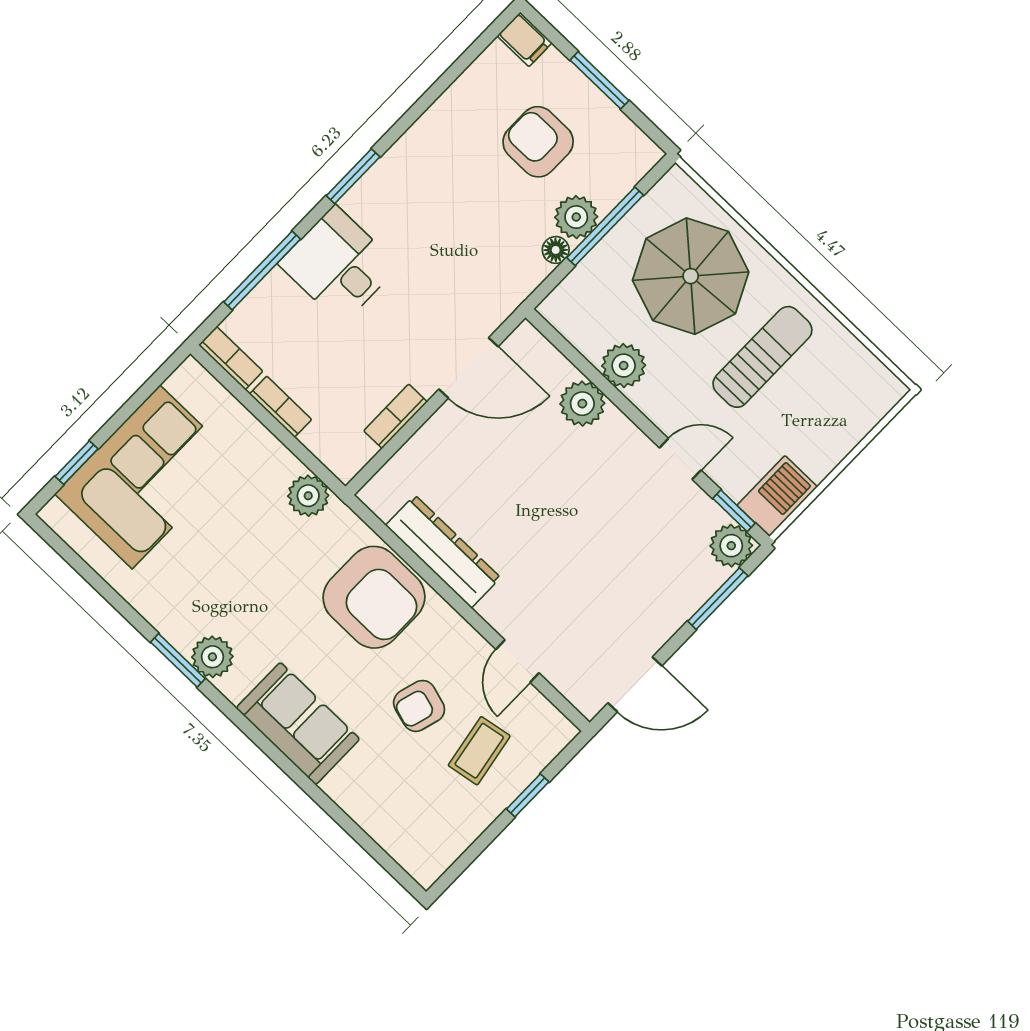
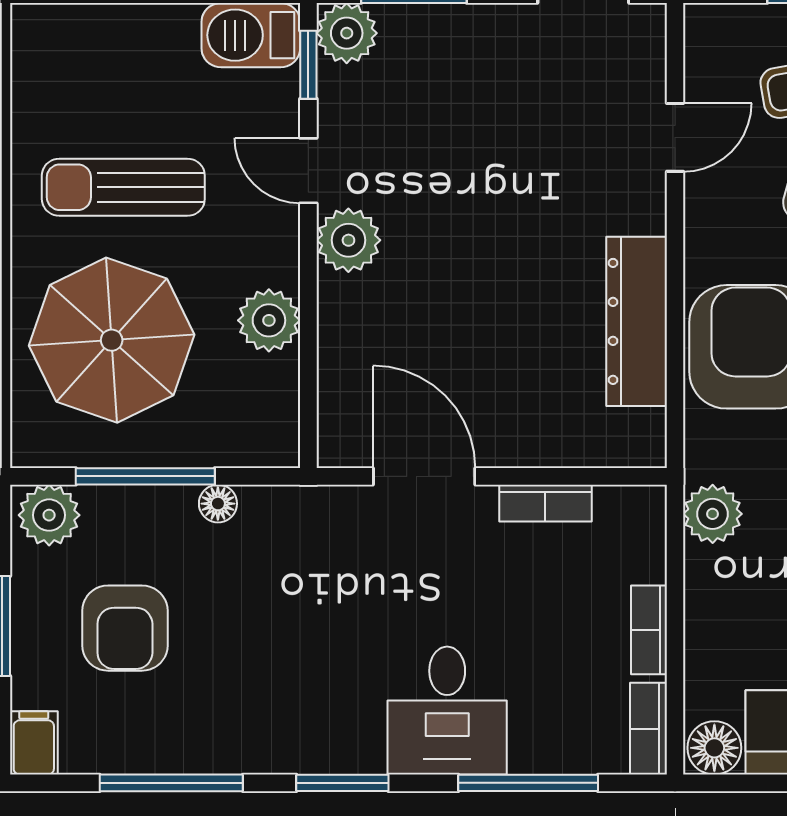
window: (437, 89) -> (171, 783), added
plant: (576, 217) -> (49, 515), moved
floor lamp: (189, 382) -> (714, 748), added
plant: (582, 404) -> (348, 240), moved

